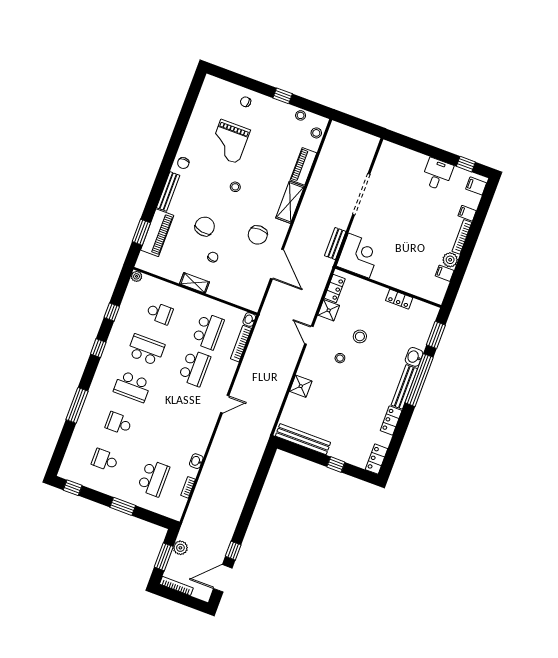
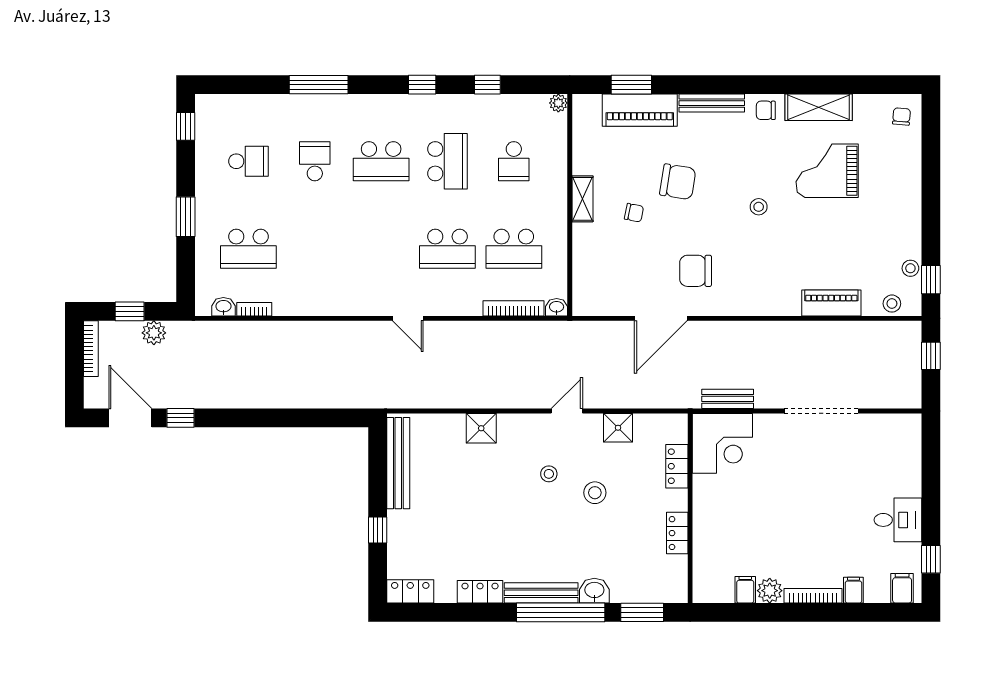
window: (283, 96) -> (931, 280), moved
chair: (246, 102) -> (902, 117), moved
window: (353, 122) -> (931, 356), added
shelving: (290, 202) -> (819, 107), moved
locker: (335, 288) -> (677, 466), moved, turned 90
school desk: (132, 387) -> (381, 161), turned -90
school desk: (105, 460) -> (248, 161), turned 90
washbasin: (196, 461) -> (223, 307), moved
window: (164, 557) -> (130, 311), width x0.67

